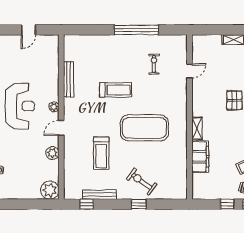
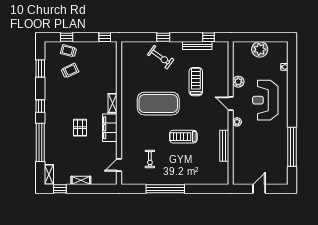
door: (190, 71) -> (119, 165), moved
reception desk: (20, 106) -> (265, 100), moved
door: (61, 128) -> (231, 104), swing flipped
filing cabinet: (200, 157) -> (110, 128), moved
plant: (50, 190) -> (260, 49), moved
window: (227, 204) -> (105, 37), moved

